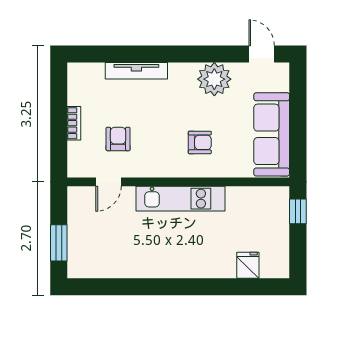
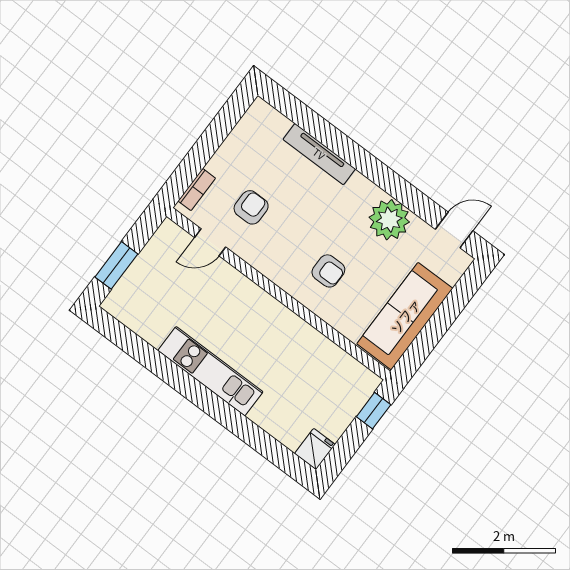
door: (262, 54) -> (454, 230), hinge flipped
bookcase: (74, 123) -> (197, 190), moved
kitchen unit: (180, 199) -> (210, 371), moved, turned 180
fridge: (248, 265) -> (315, 449), moved

